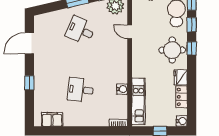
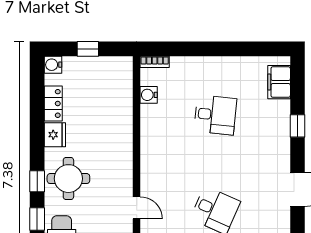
water cooler: (122, 89) -> (149, 95), moved
kitchen unit: (138, 101) -> (122, 96), removed
filing cabinet: (52, 119) -> (279, 82), moved, turned 90

